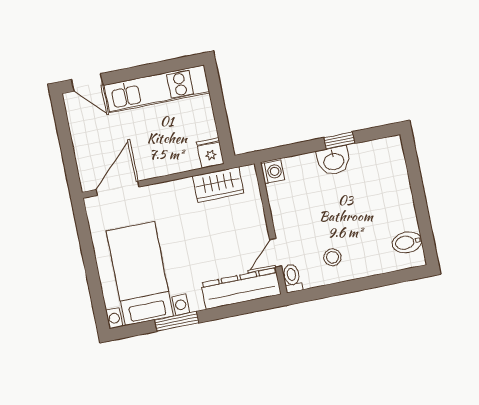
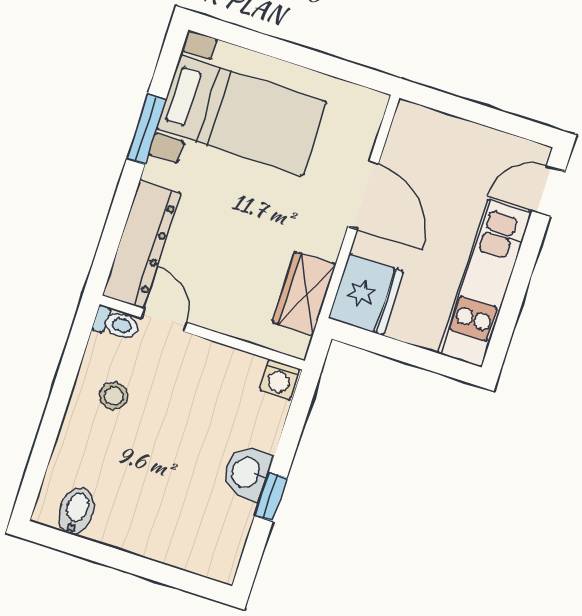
fridge: (210, 153) -> (366, 295), width x1.88, depth x1.34
door: (118, 188) -> (363, 195), moved

